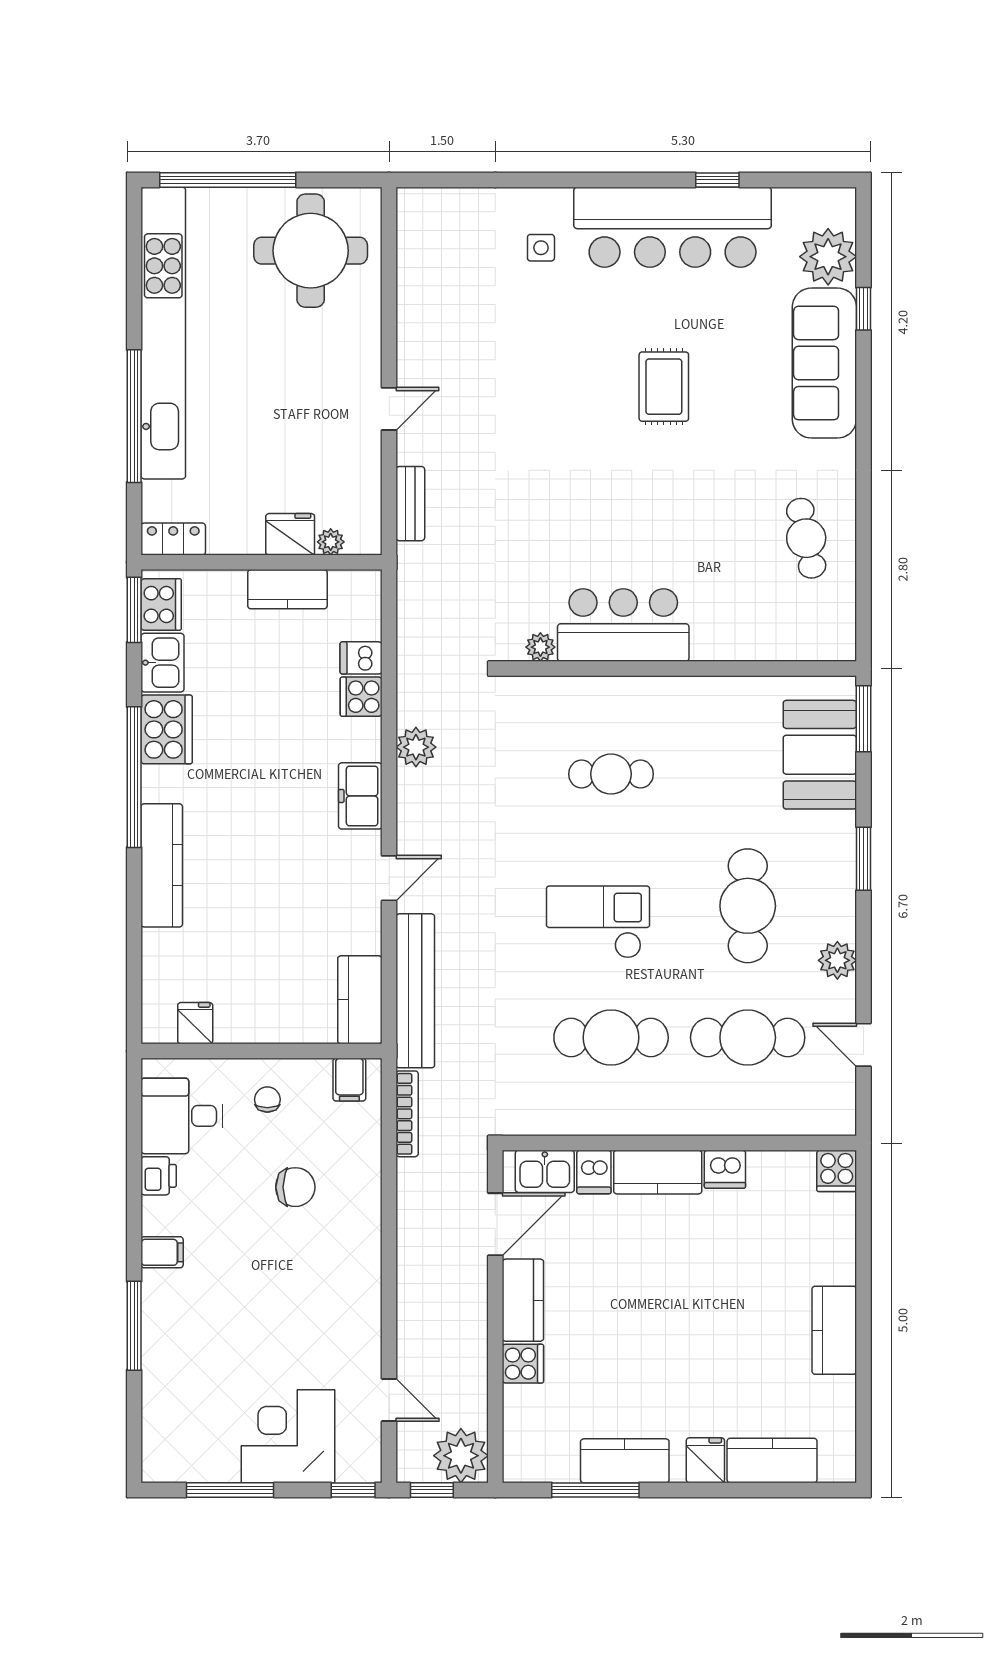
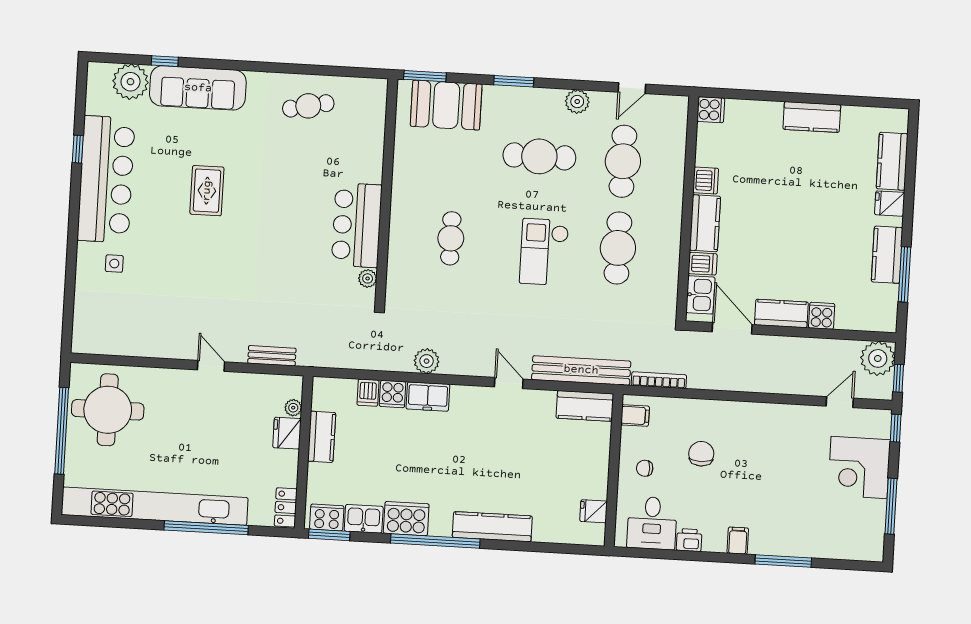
window: (228, 180) -> (62, 431), moved
rug: (664, 387) -> (207, 191), turned 90
freezer: (360, 796) -> (428, 397), moved

